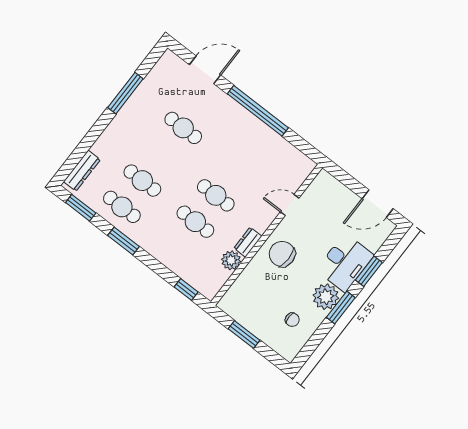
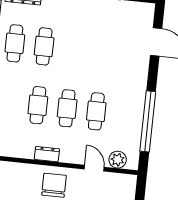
window: (258, 111) -> (148, 121), moved
cafe table: (183, 128) -> (96, 111), moved
plant: (231, 260) -> (118, 160), moved

